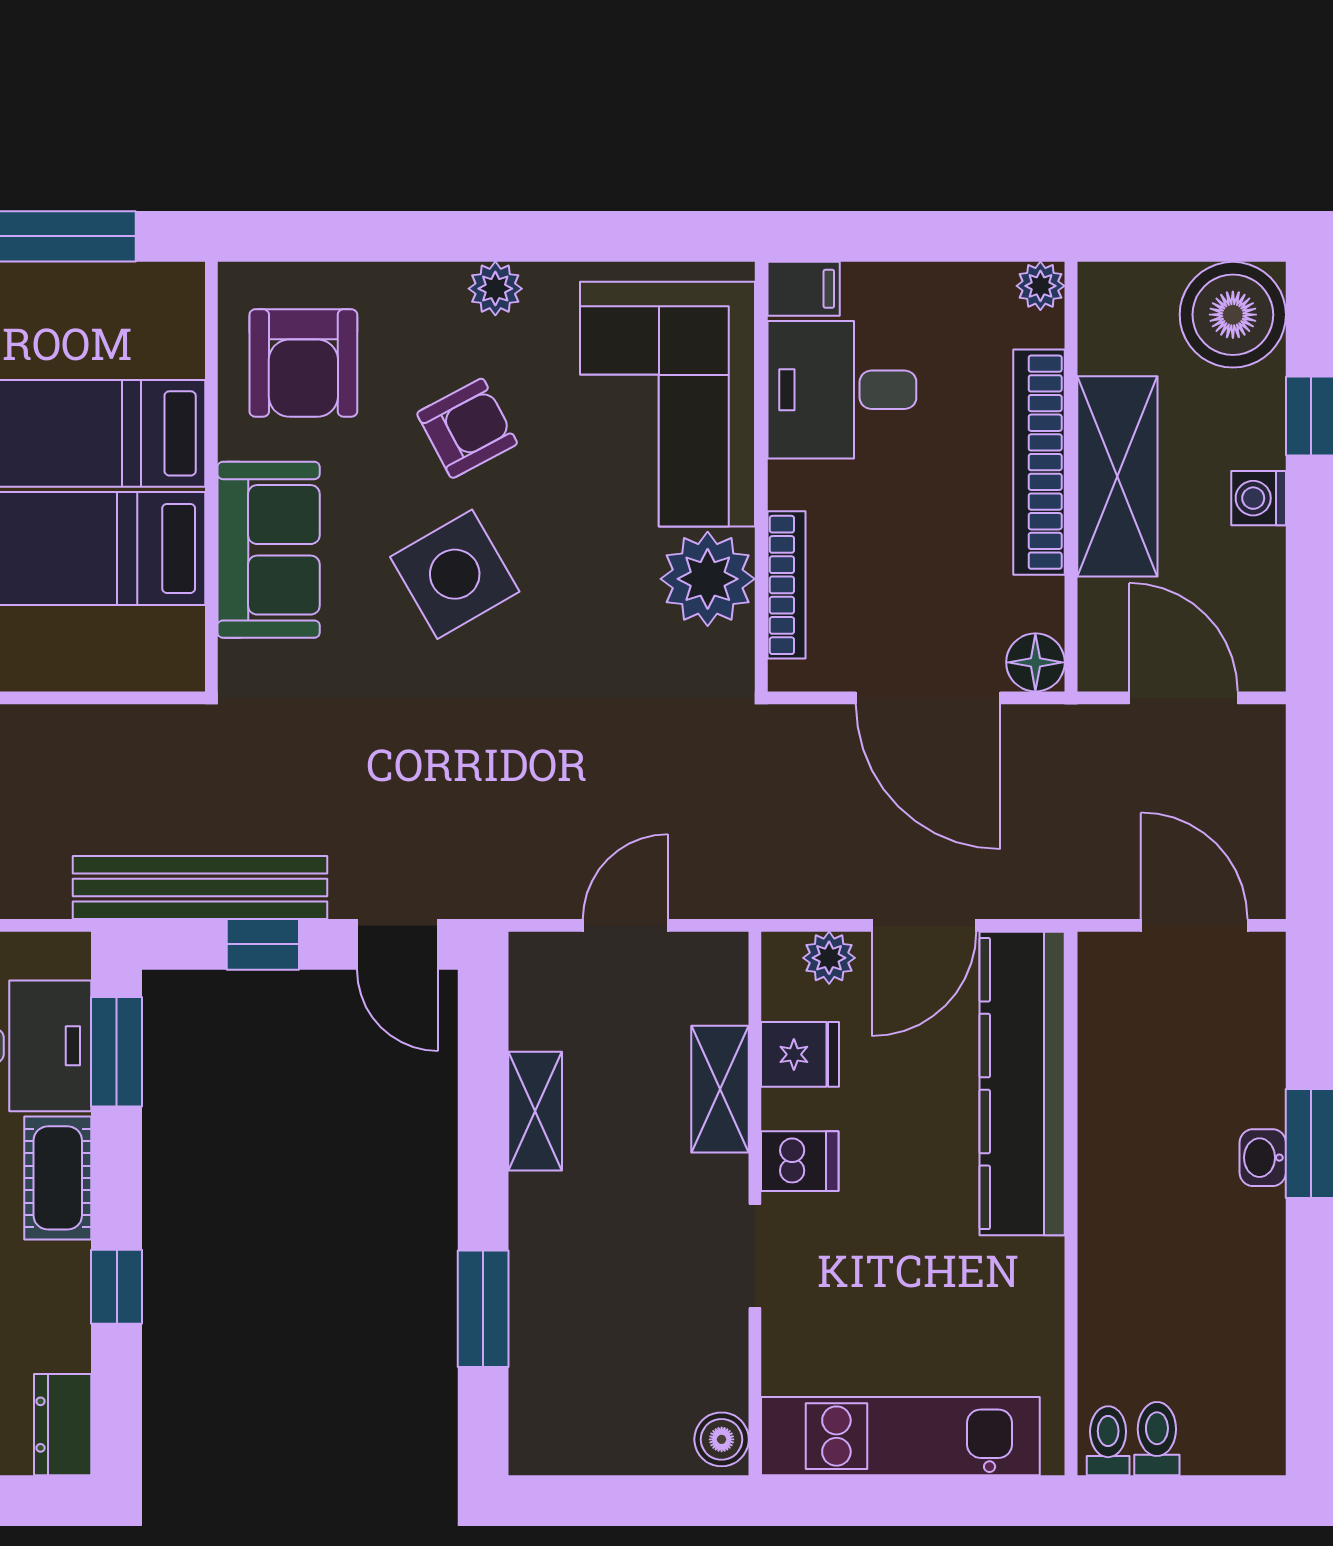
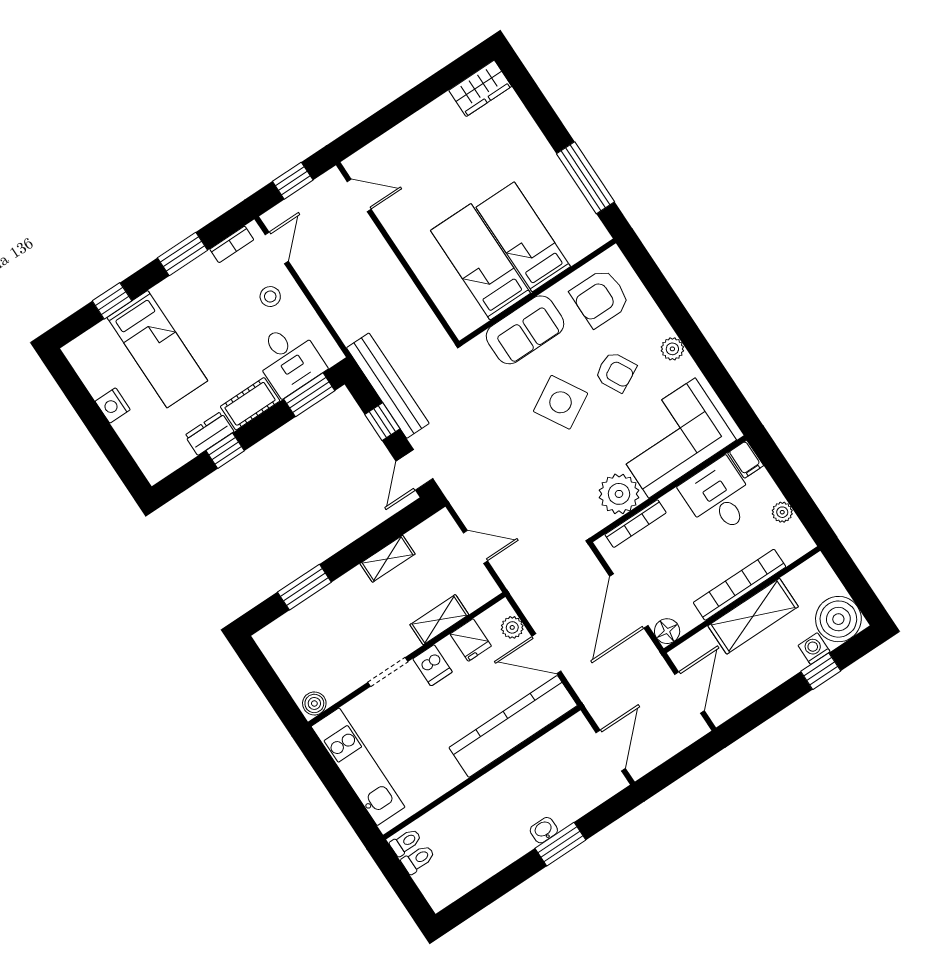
plant: (1040, 286) -> (782, 512), moved
washing machine: (1259, 498) -> (814, 649), moved
dresser: (63, 1425) -> (209, 433), moved

